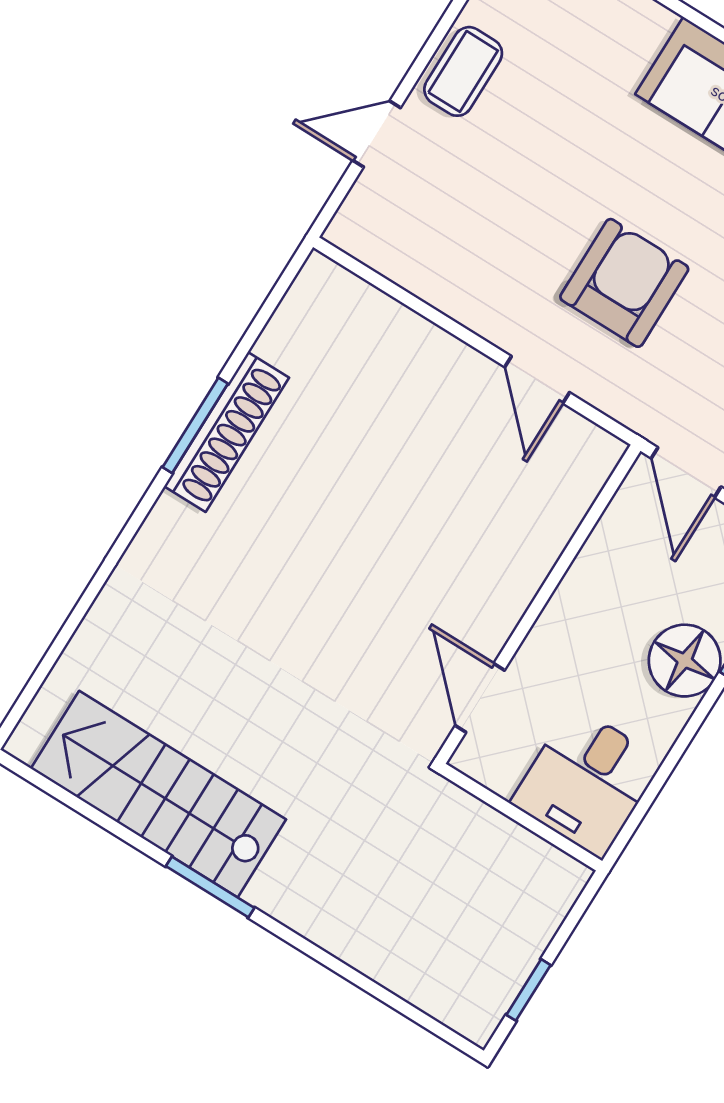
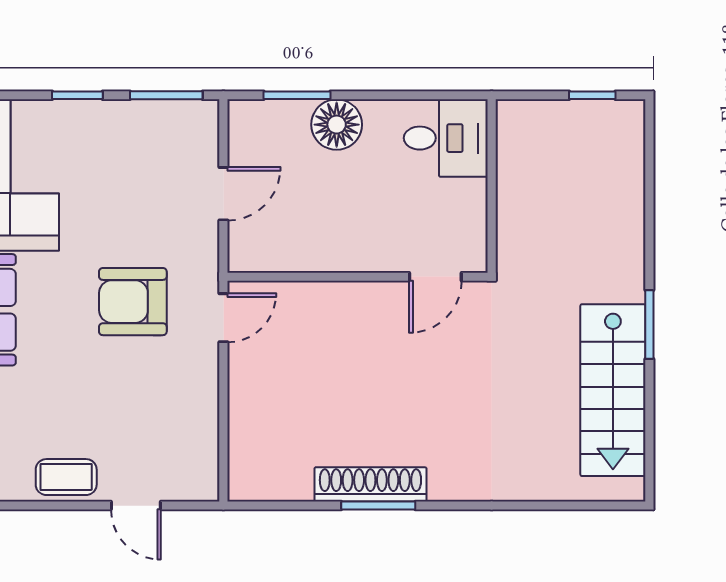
wall: (538, 604) -> (357, 277), moved
door: (480, 698) -> (435, 277), moved

